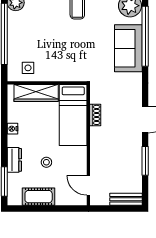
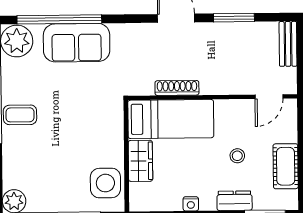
side table: (28, 68) -> (105, 183), width x1.87, depth x1.87
wardrobe: (36, 93) -> (140, 161), width x0.67
shoe rack: (95, 115) -> (177, 88), width x1.43

